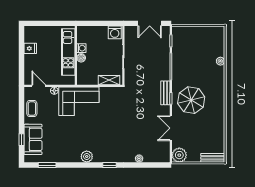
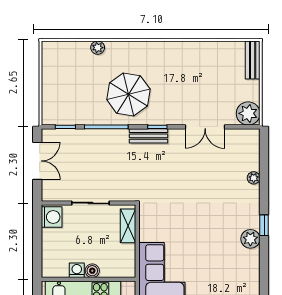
parasol: (191, 100) -> (128, 94), moved
plant: (87, 157) -> (250, 239), moved

